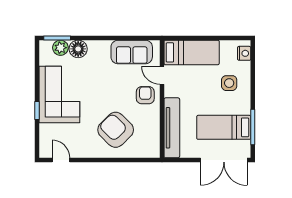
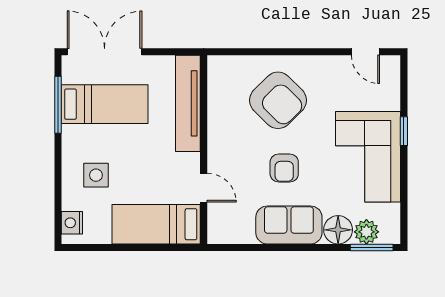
sofa: (132, 52) -> (289, 225), moved
armchair: (145, 95) -> (284, 168), moved

